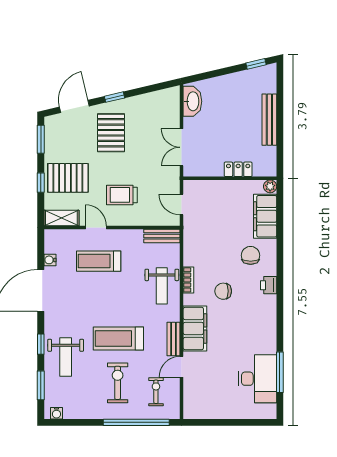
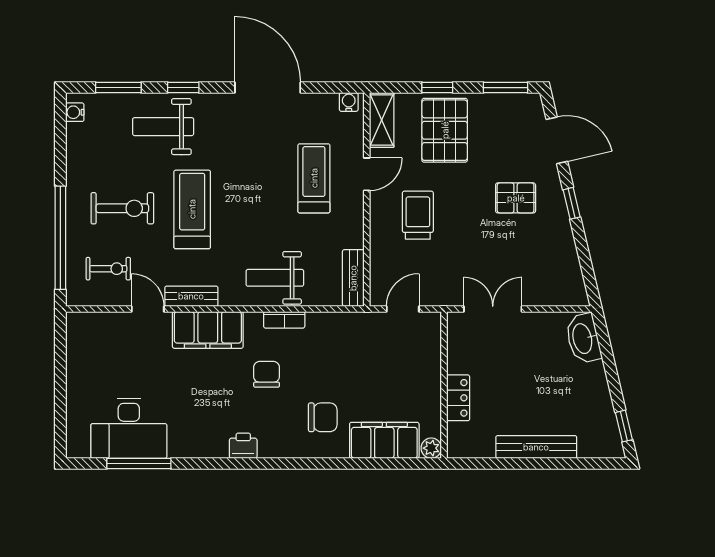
washbasin: (192, 101) -> (583, 338), moved, turned 77
pallet: (111, 133) -> (516, 198), width x0.67, depth x0.71
water cooler: (50, 260) -> (349, 102), moved
printer: (269, 285) -> (243, 446), moved

